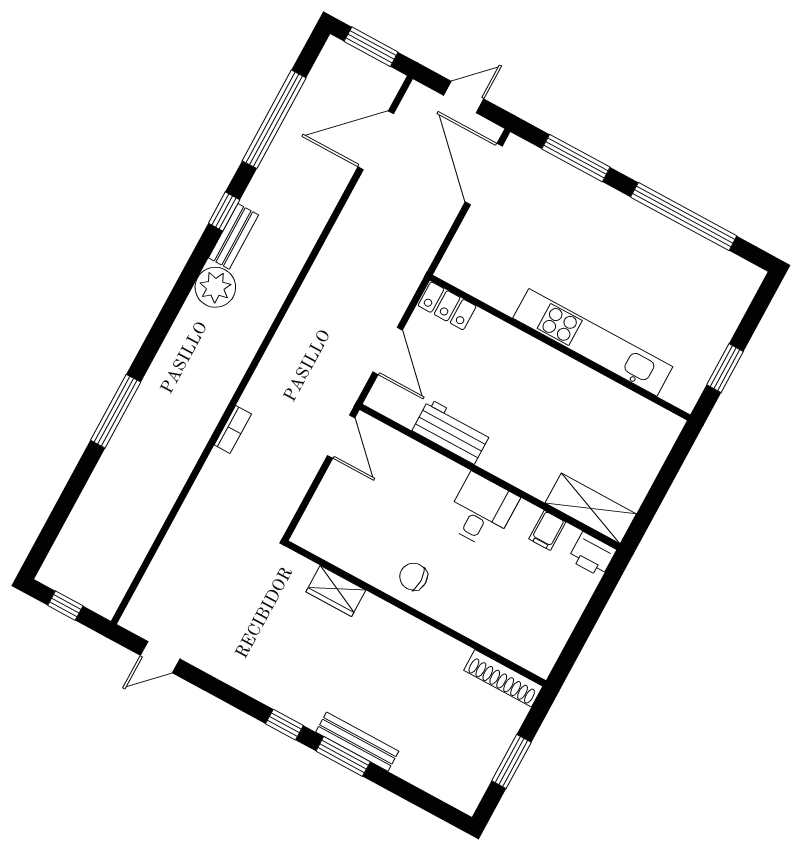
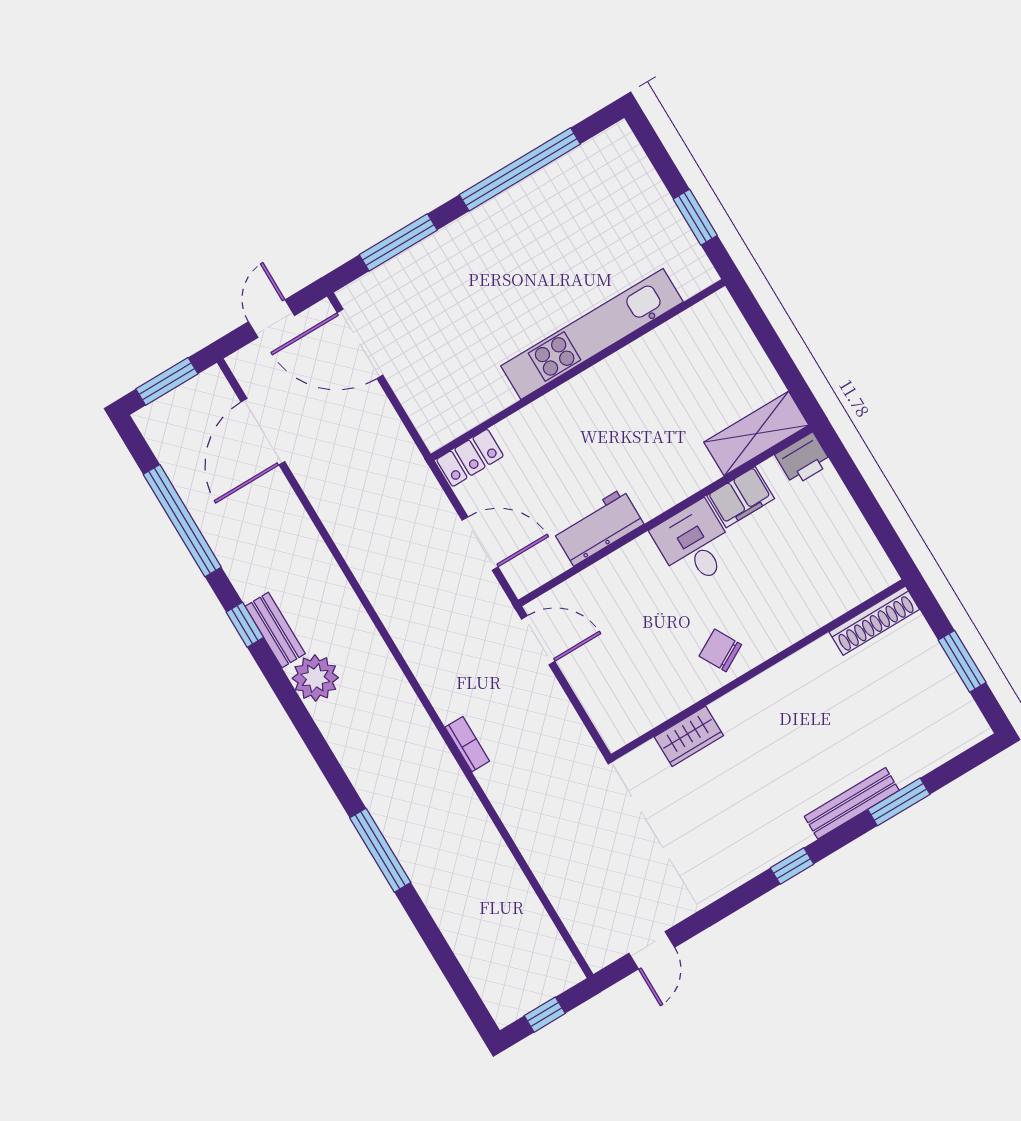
filing cabinet: (547, 530) -> (741, 497), width x2.00
chair: (413, 577) -> (720, 650), turned 61
window: (343, 756) -> (899, 802), moved

